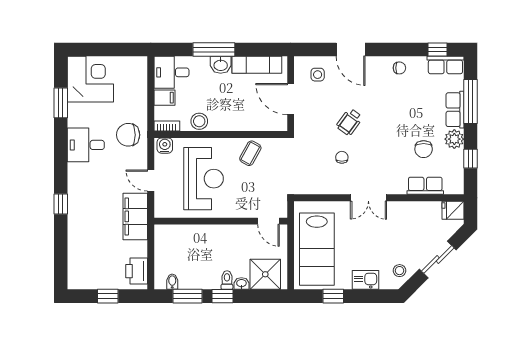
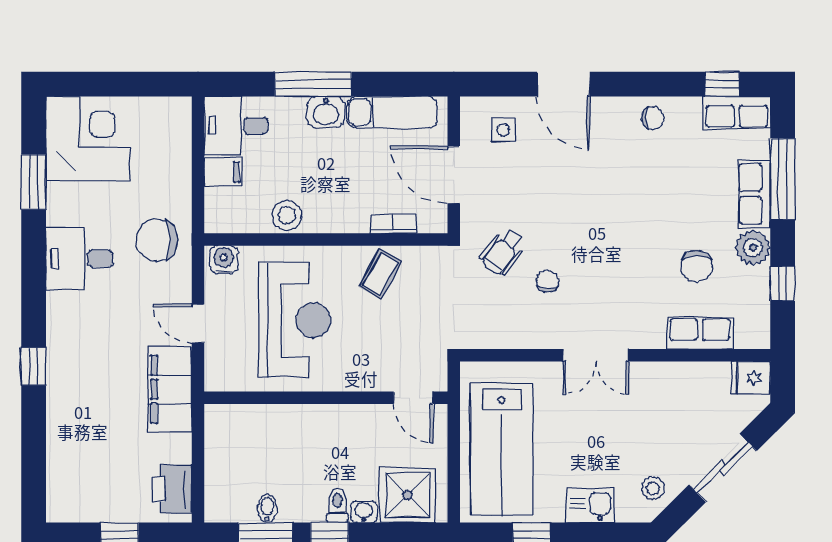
wheelchair: (349, 122) -> (503, 252), moved
bookcase: (167, 126) -> (393, 224), moved
bidet: (172, 282) -> (267, 508), moved

